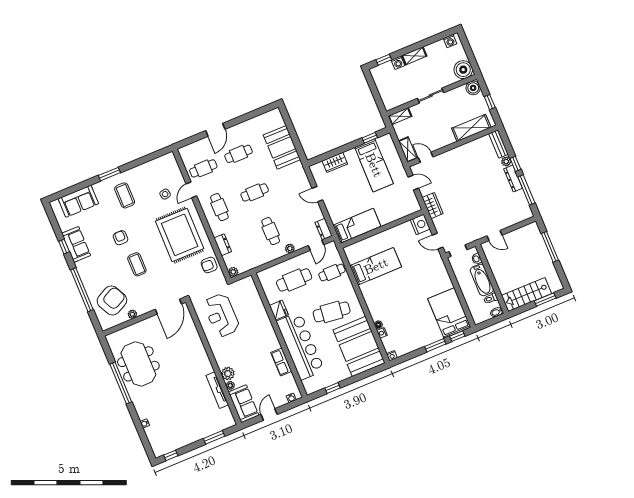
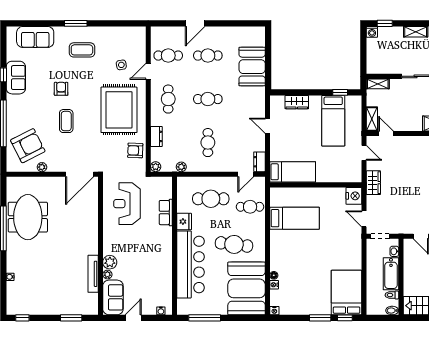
washing machine: (398, 63) -> (372, 32), moved
coffee table: (125, 195) -> (82, 50), turned 90
plant: (290, 248) -> (181, 167), moved
row of seats: (281, 362) -> (166, 213), moved
window: (333, 388) -> (205, 318), width x2.17

